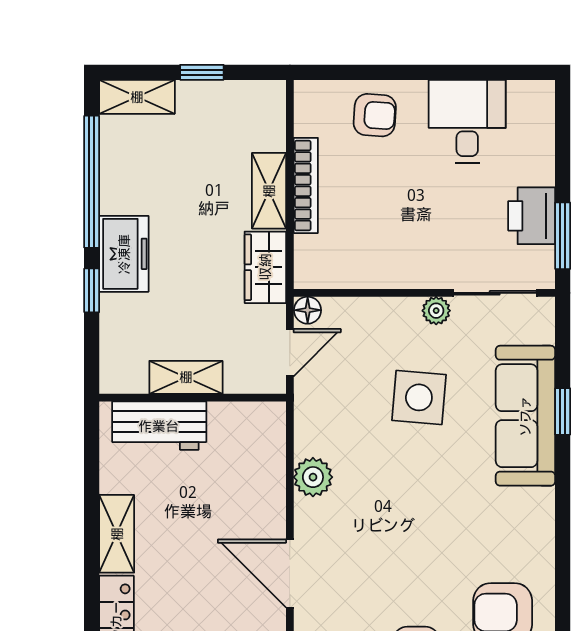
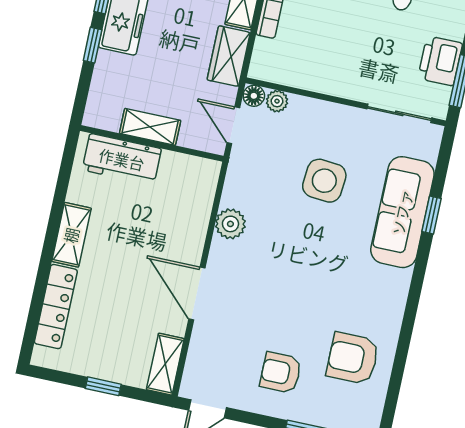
plant: (436, 311) -> (277, 101), moved
door: (290, 353) -> (233, 125), swing flipped

